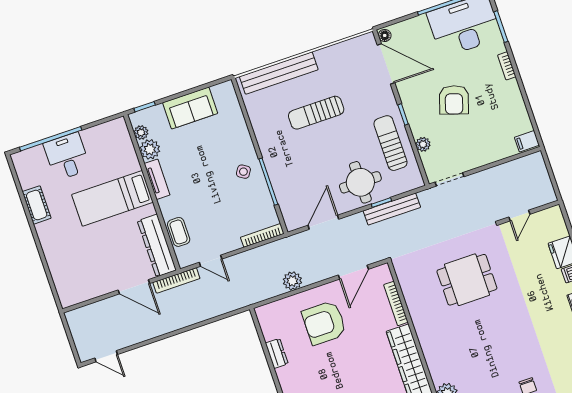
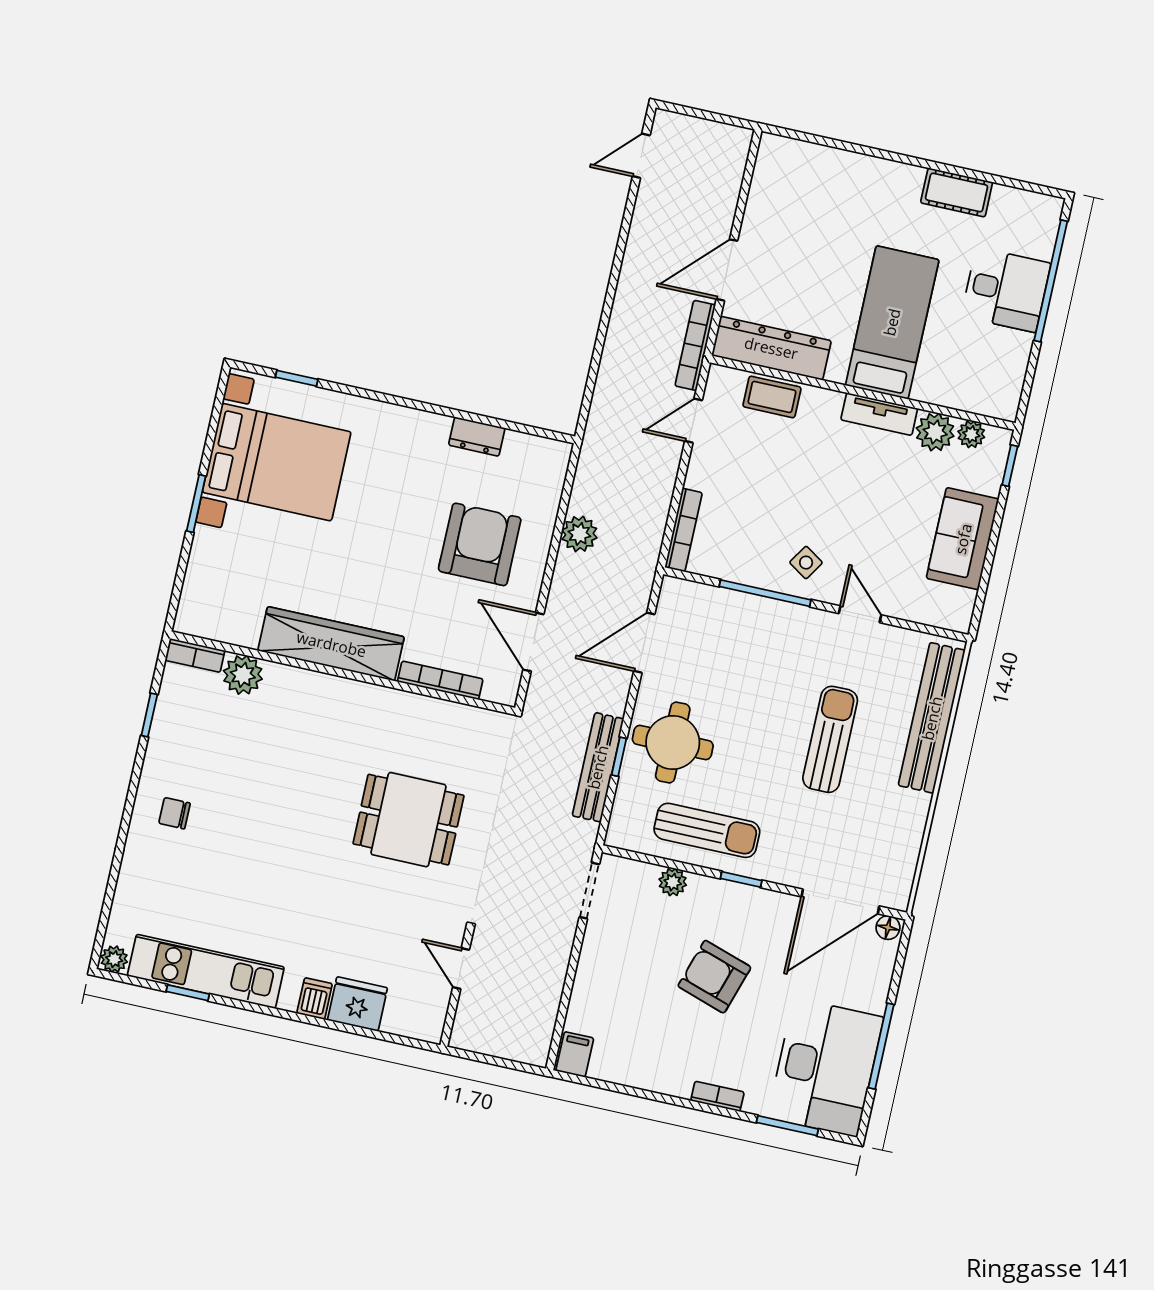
door: (252, 133) -> (860, 614), added
door: (323, 222) -> (644, 643), swing flipped
dining table: (467, 280) -> (408, 820), turned 90

